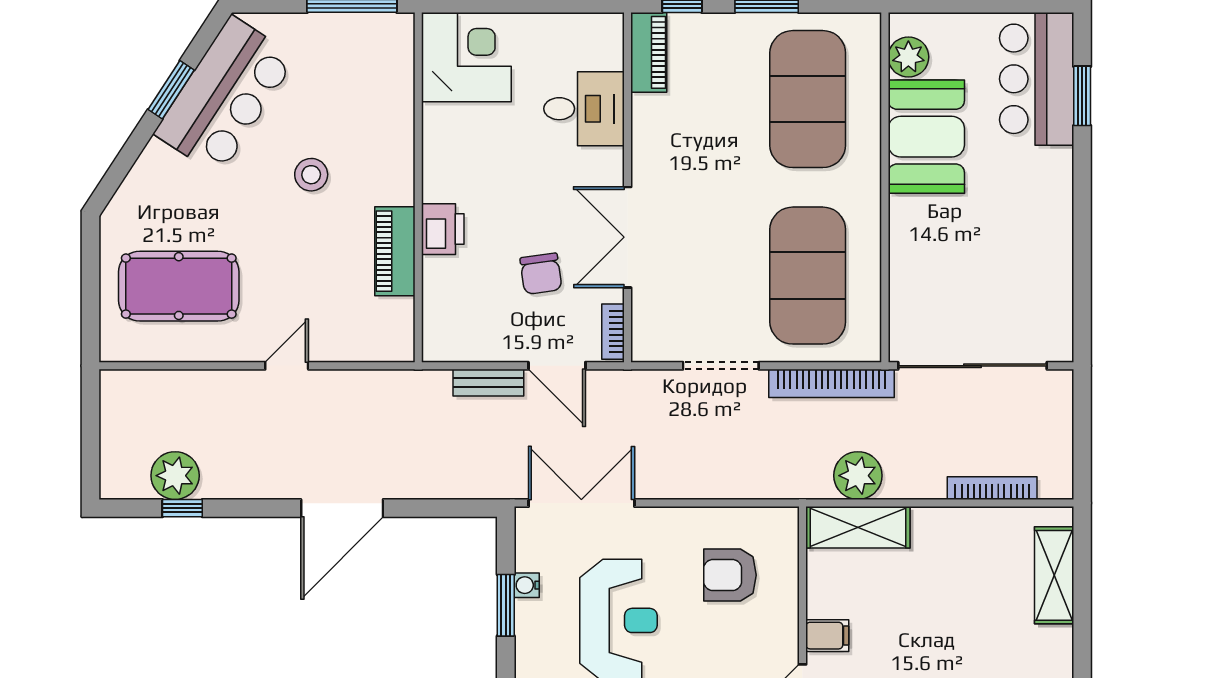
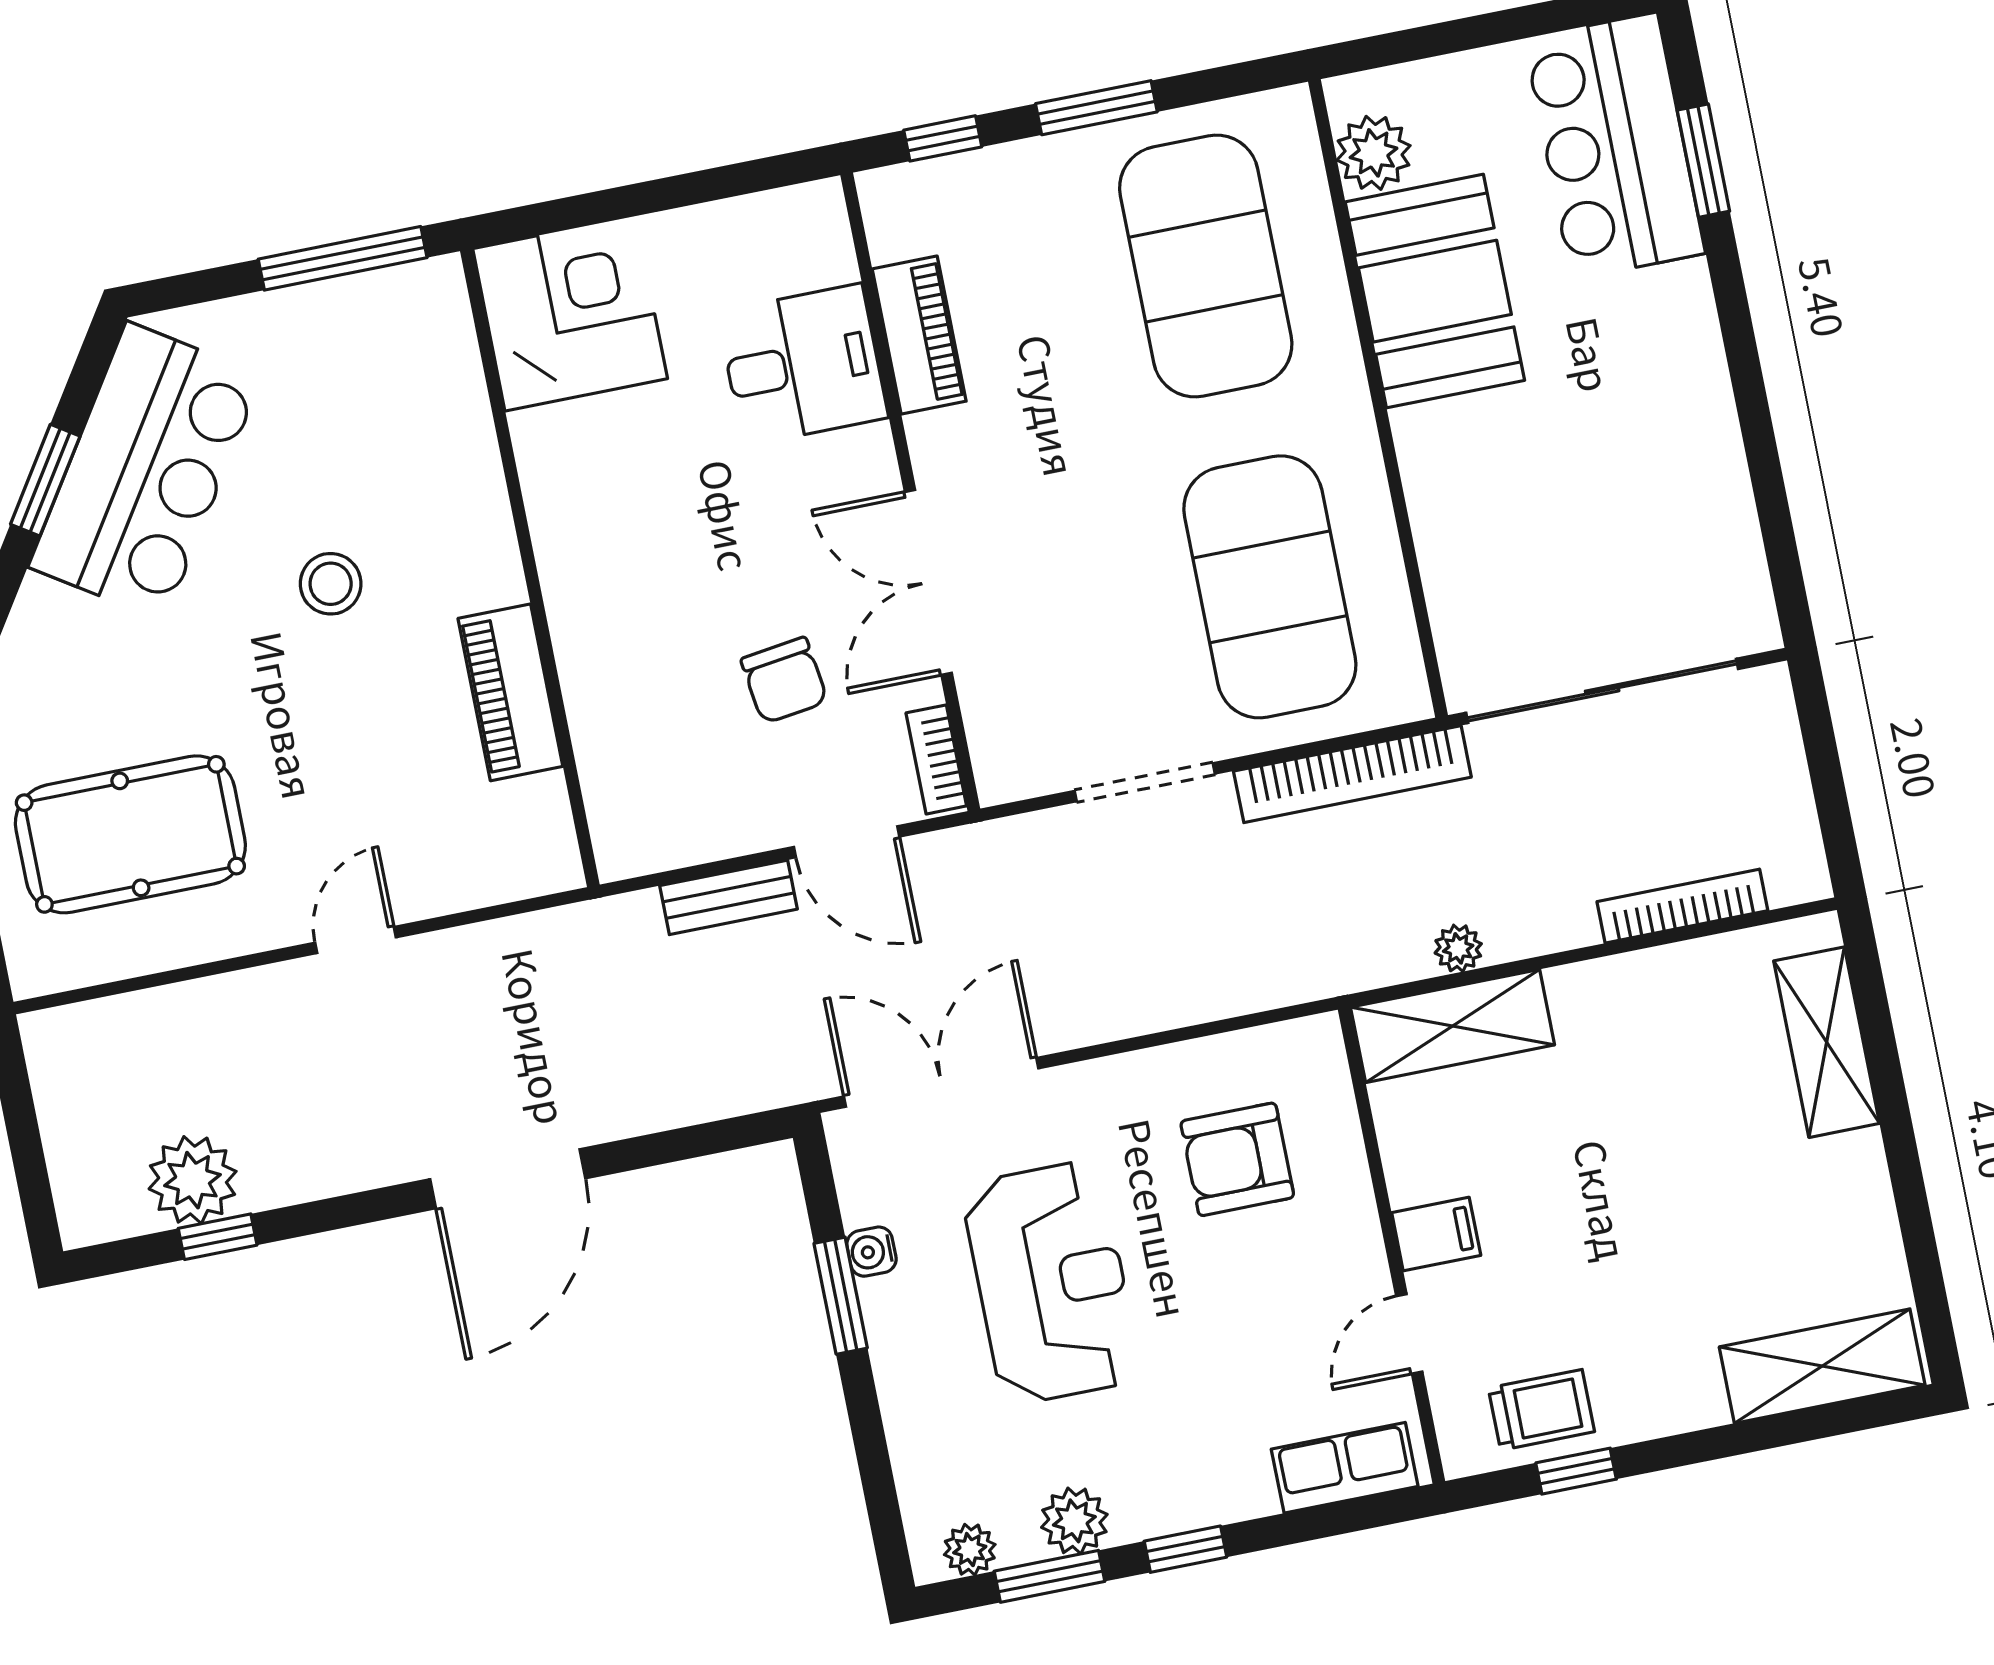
piano: (649, 52) -> (919, 335), moved
printer: (443, 229) -> (590, 635), removed
plant: (858, 476) -> (1458, 948), width x0.53, depth x0.53

